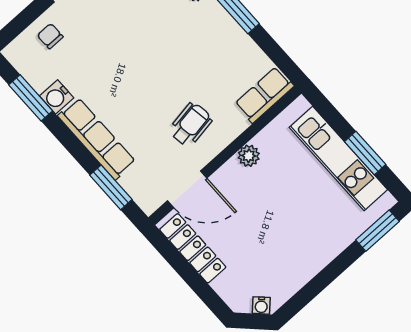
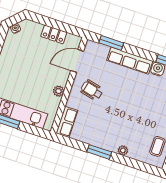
wheelchair: (191, 125) -> (92, 90), turned 112
locker: (193, 248) -> (54, 34), width x0.66

